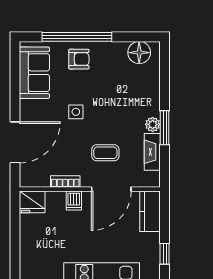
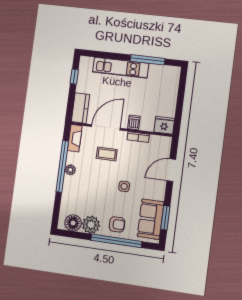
plant: (114, 54) -> (91, 225), added
armchair: (79, 59) -> (117, 224), turned 180
window: (15, 77) -> (165, 218), added
window: (165, 128) -> (62, 166), width x2.11
door: (15, 142) -> (171, 170), width x0.73
fireplace: (152, 152) -> (75, 138), moved

